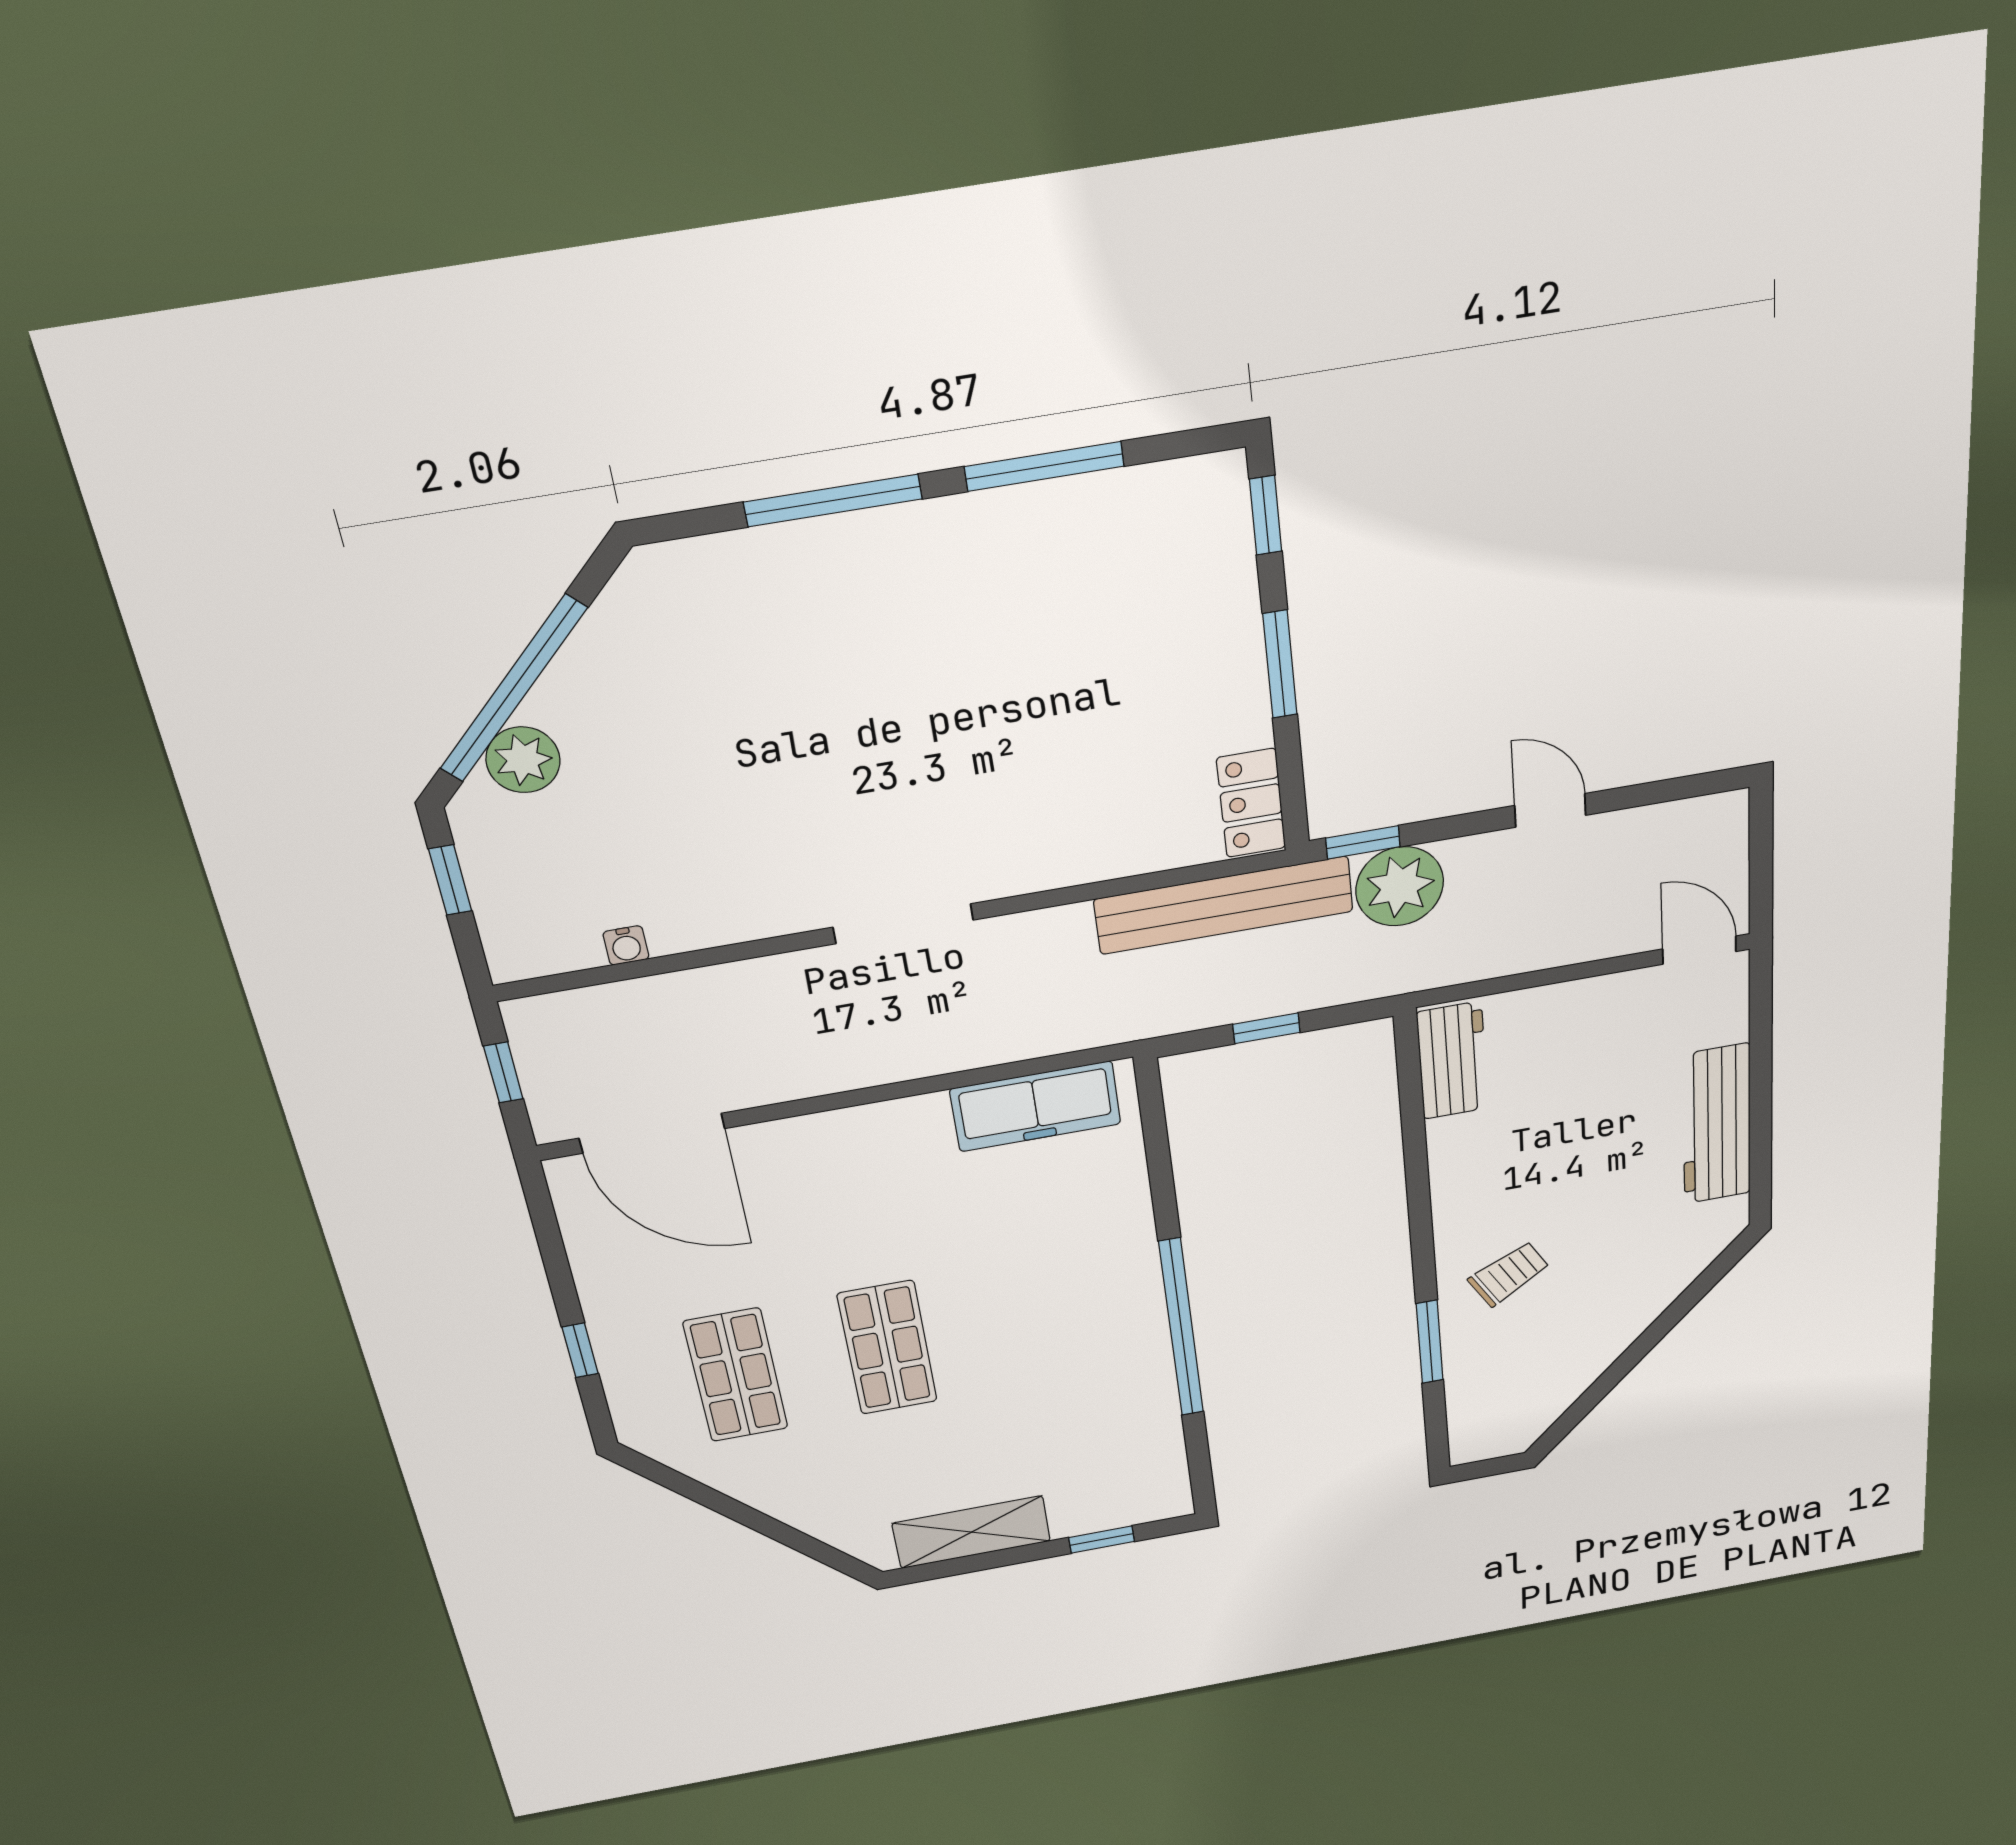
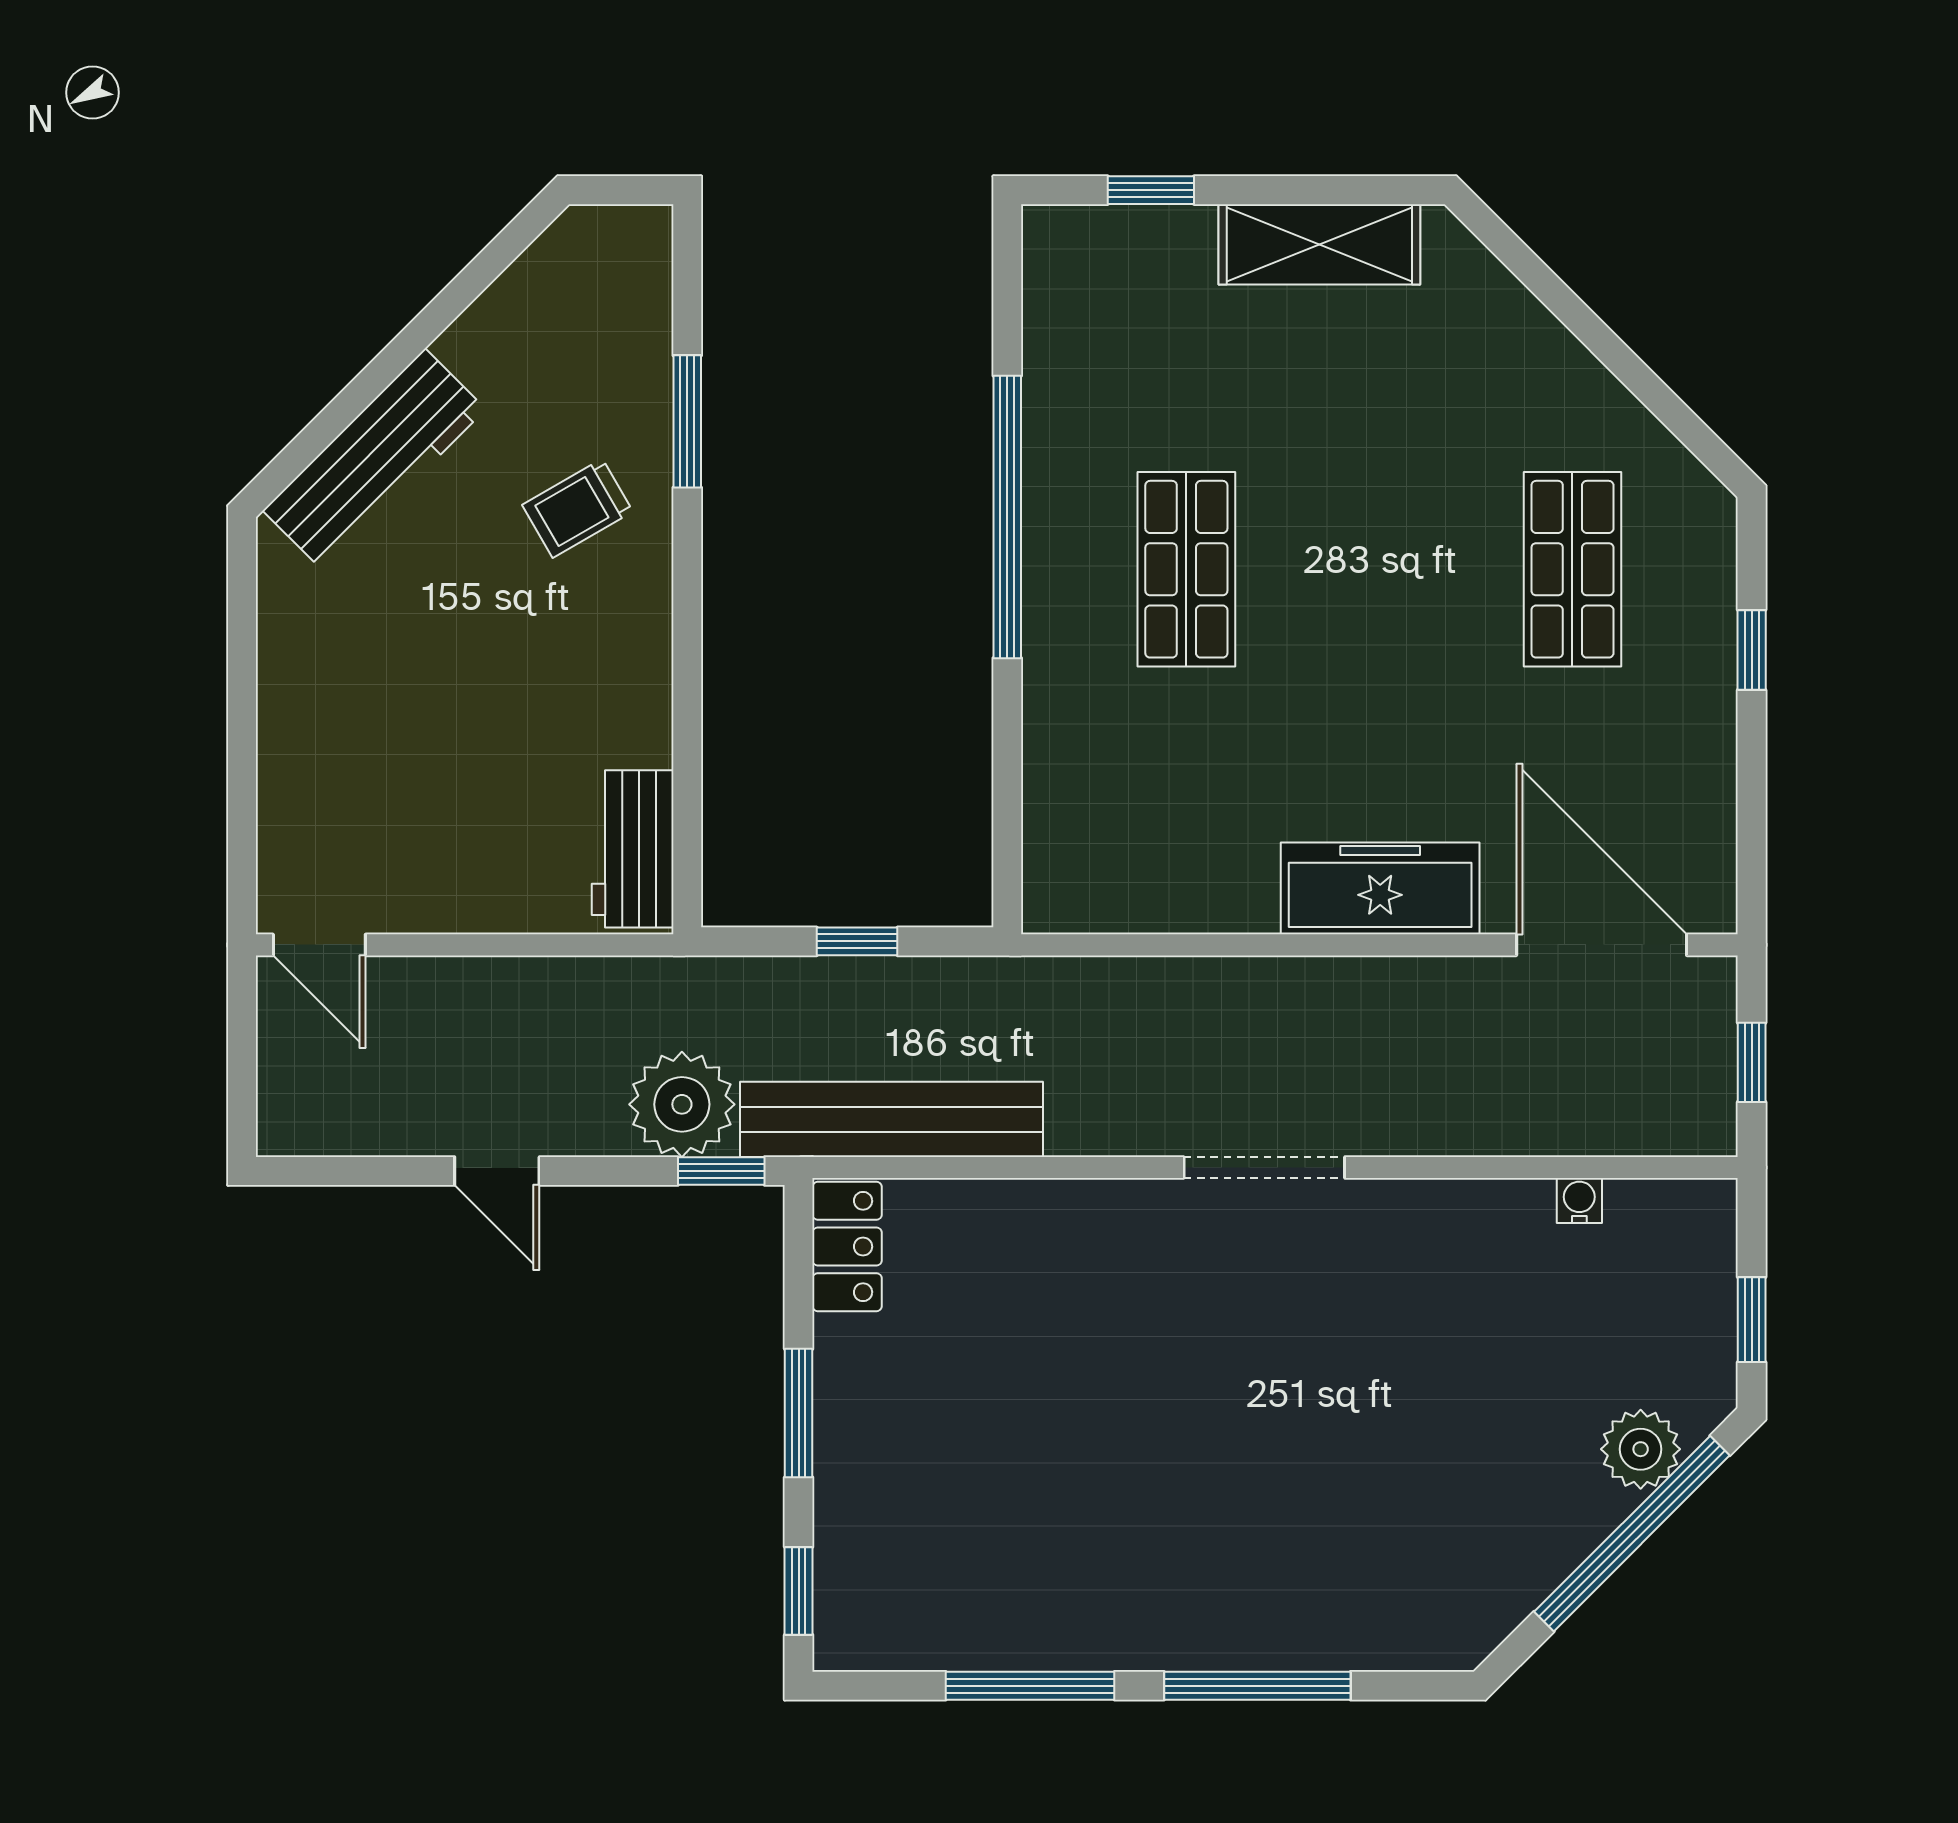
freezer: (1036, 1106) -> (1380, 888), moved
workbench: (1717, 1124) -> (374, 460), moved, turned 45
shop shelf: (887, 1348) -> (1186, 569), moved

